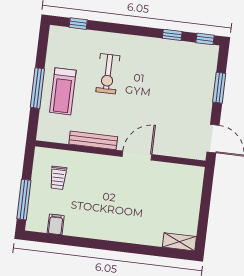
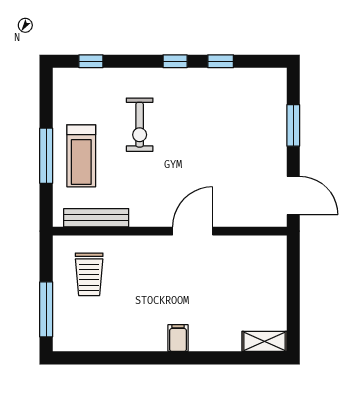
window: (205, 39) -> (175, 61), moved
bench: (93, 140) -> (96, 218), moved
trolley: (58, 178) -> (89, 274), width x1.36, depth x1.39
filing cabinet: (56, 224) -> (178, 338), moved

